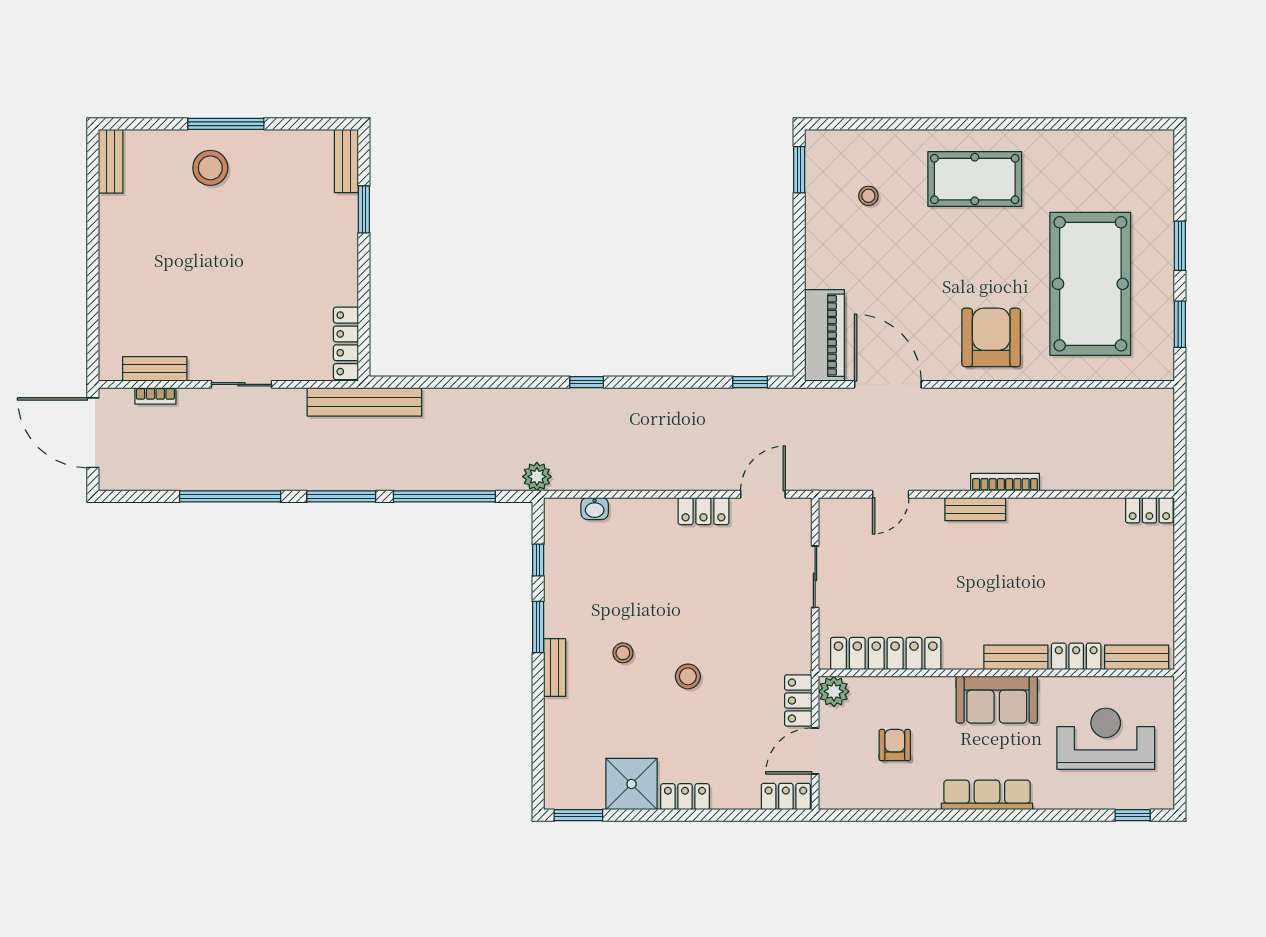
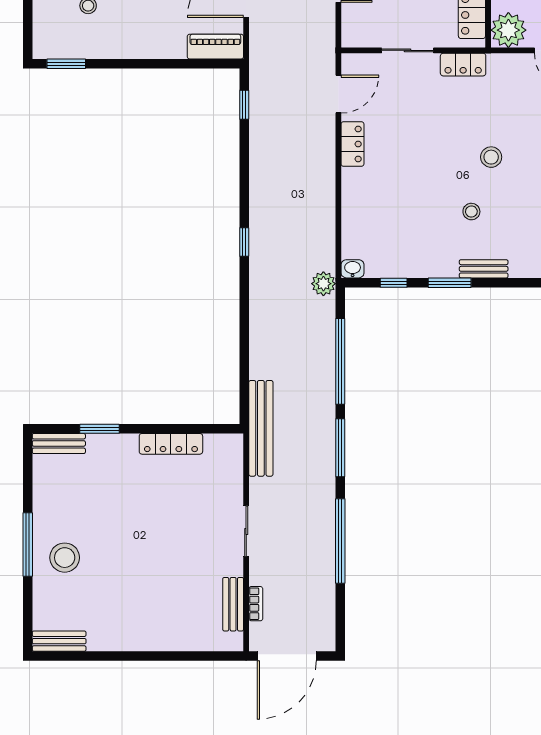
piano: (825, 335) -> (215, 47), width x0.73, depth x0.75
locker: (346, 343) -> (171, 444), moved
door: (763, 494) -> (338, 94), swing flipped
washbasin: (595, 509) -> (353, 269), moved, turned -90
plant: (834, 691) -> (508, 30), width x1.36, depth x1.36
locker: (798, 701) -> (463, 65), moved

